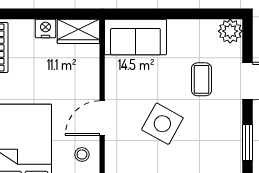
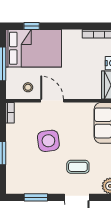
side table: (162, 124) -> (48, 141), turned -36

